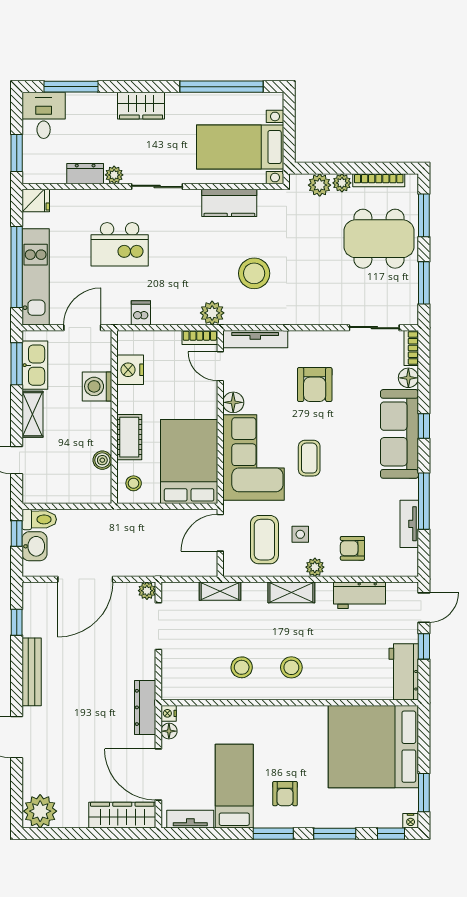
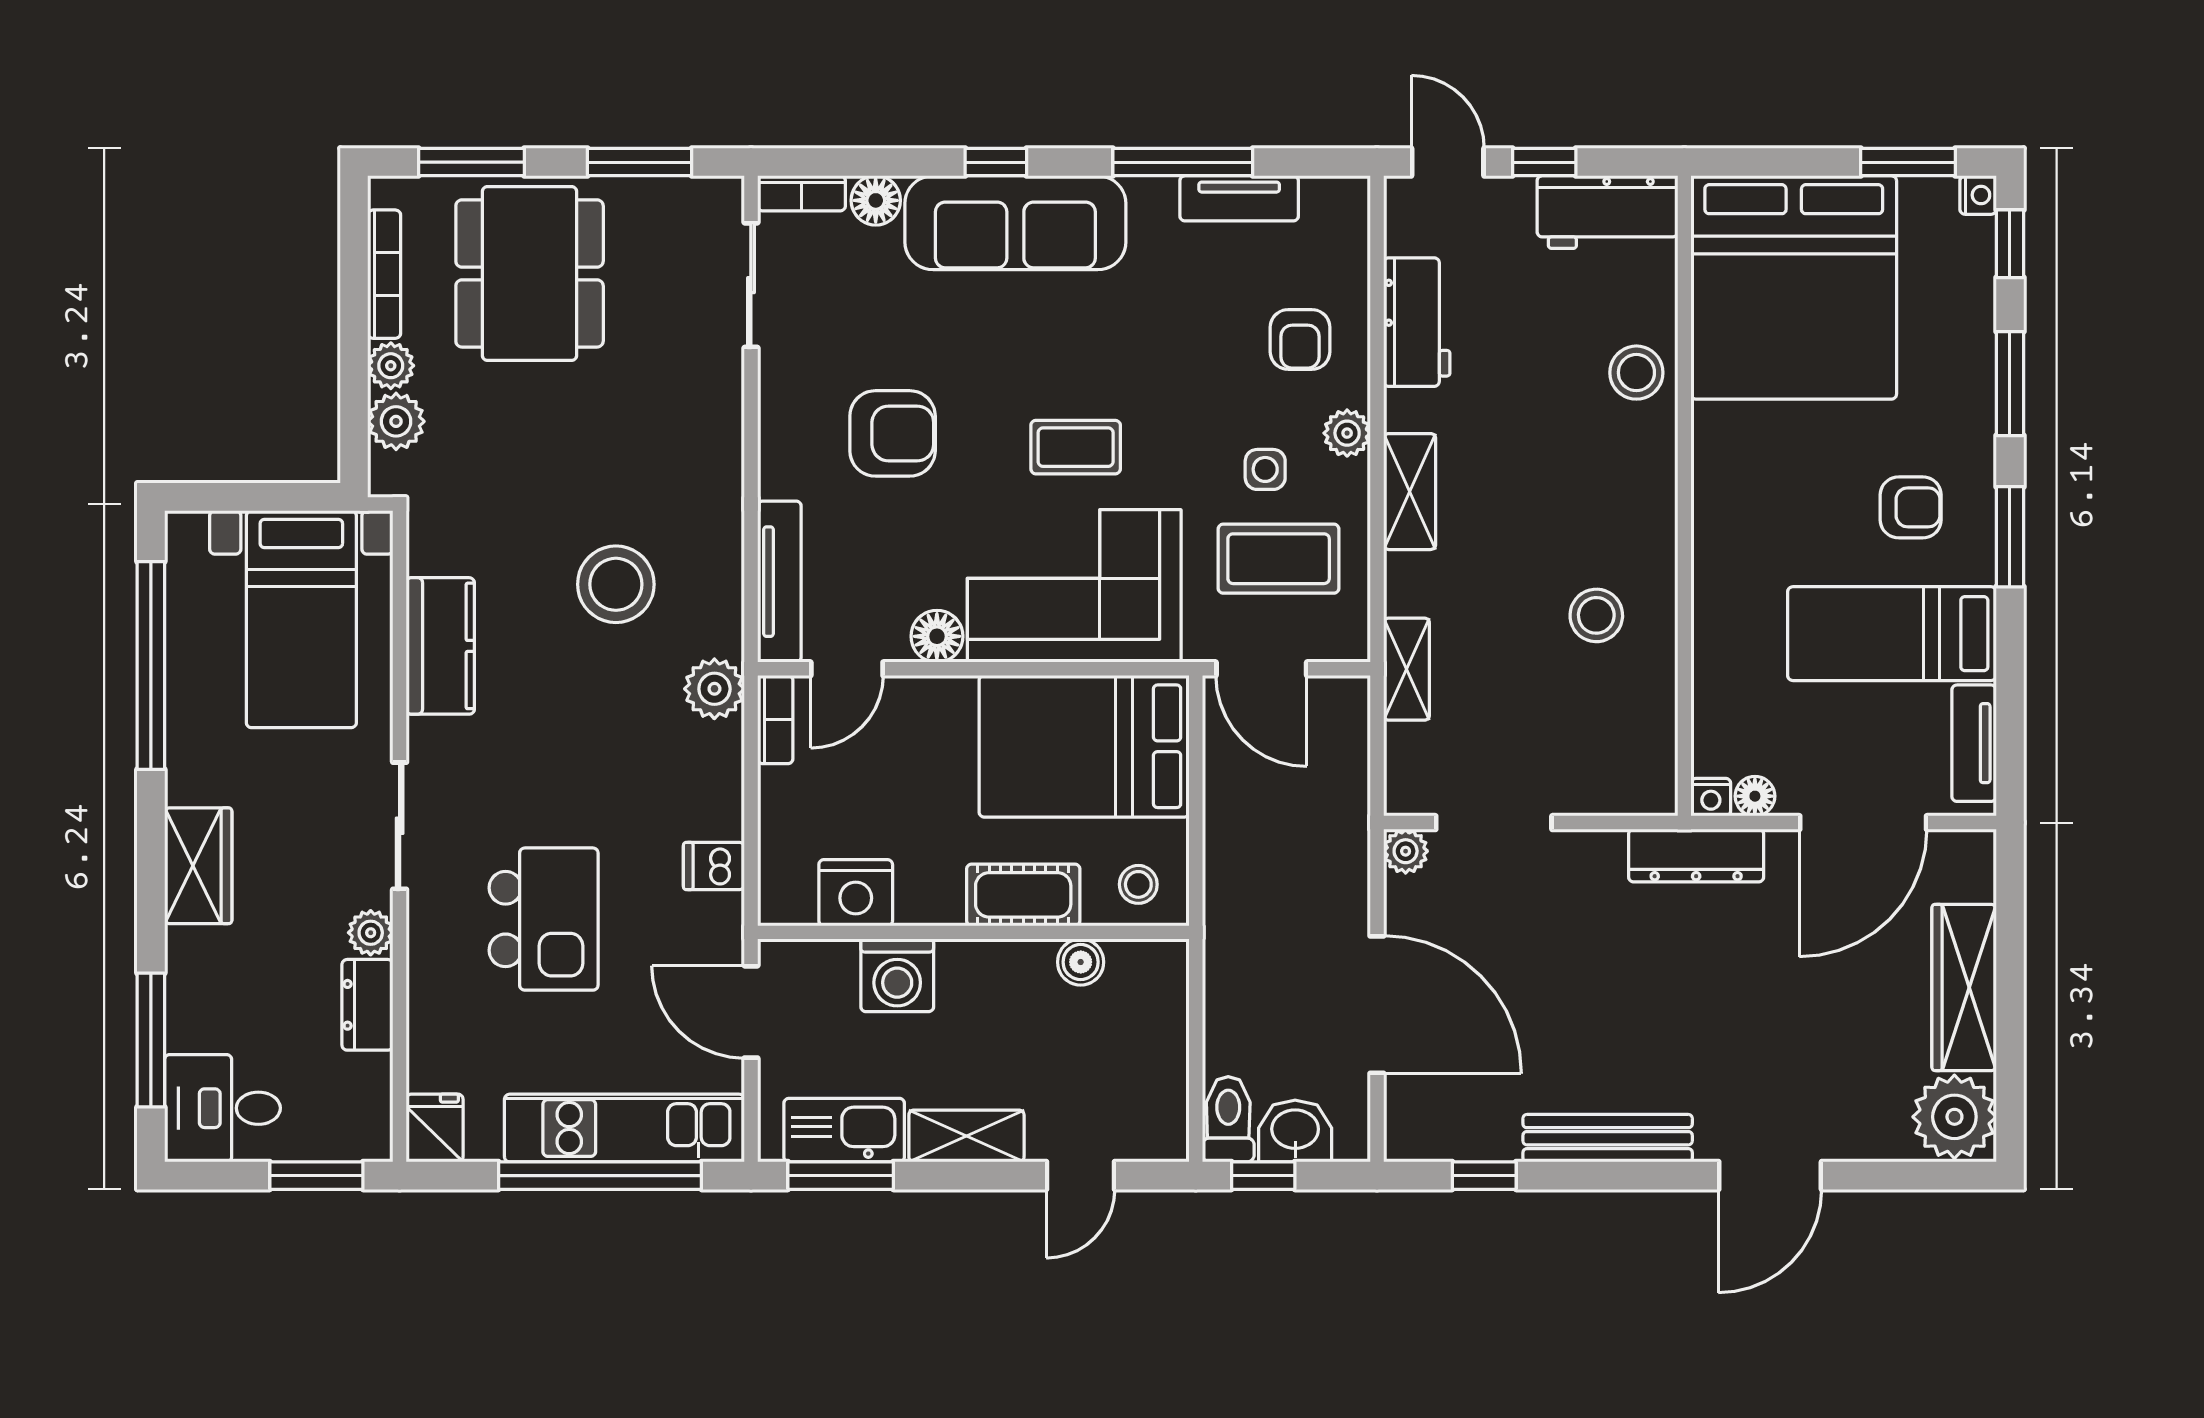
stool: (291, 667) -> (1636, 373), moved
wardrobe: (122, 815) -> (1964, 987), moved

